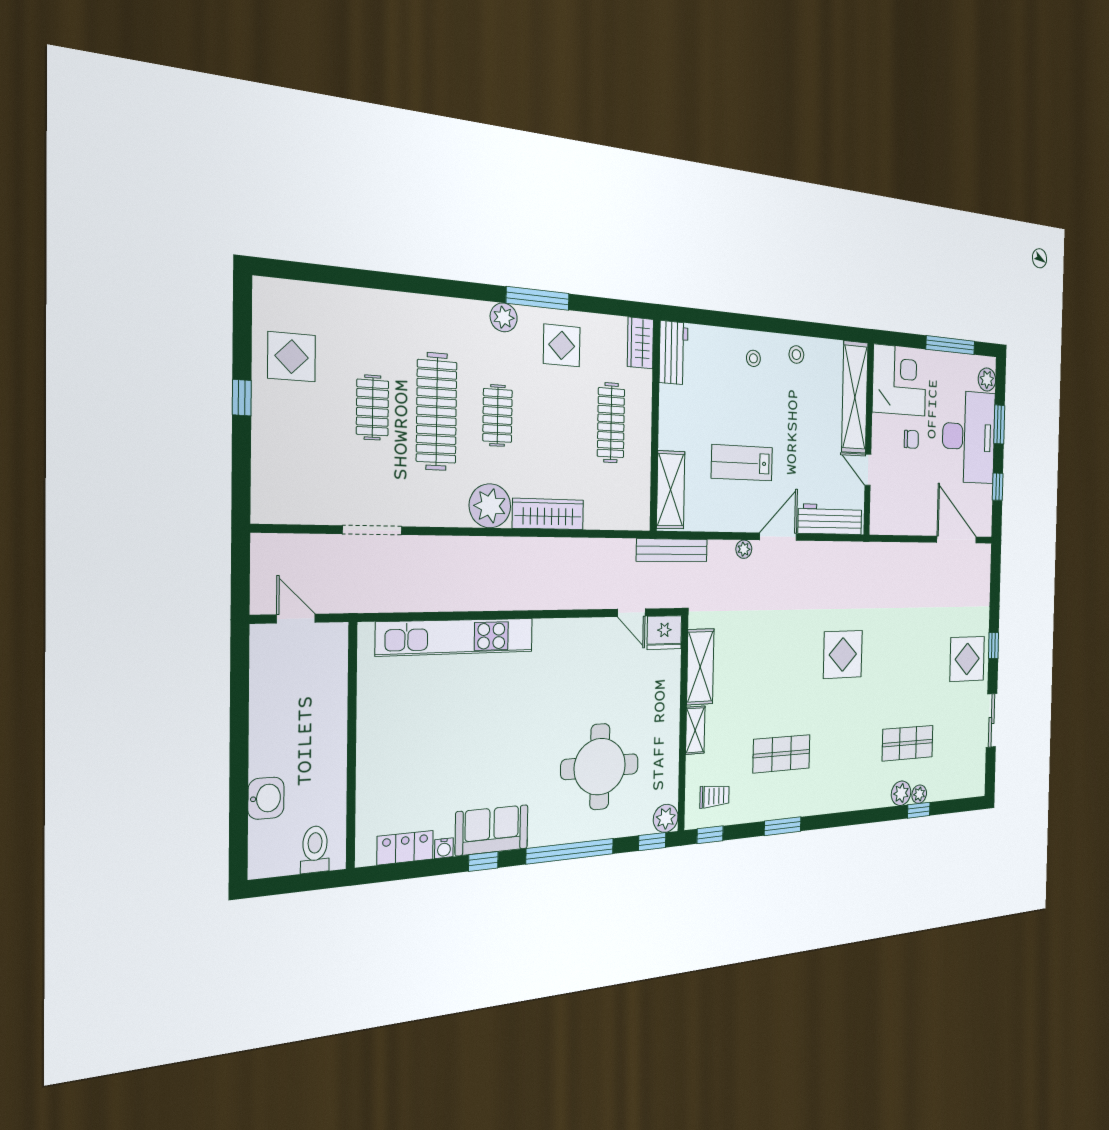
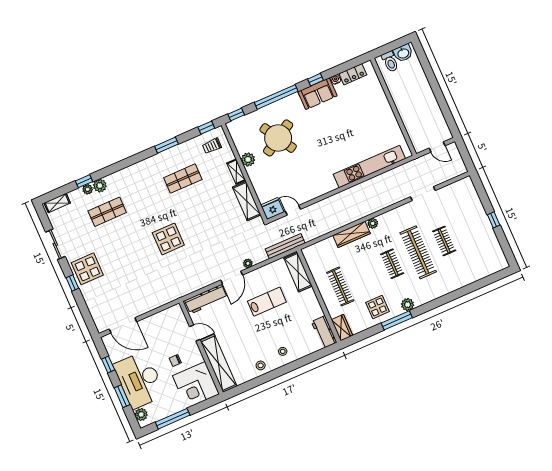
display table: (292, 357) -> (483, 244), removed
plant: (490, 506) -> (373, 223), width x0.53, depth x0.53
round table: (600, 767) -> (278, 138), turned -31
shelving: (965, 788) -> (57, 203), added
washbasin: (266, 798) -> (403, 53), moved, turned -90
plant: (666, 818) -> (248, 159), moved

